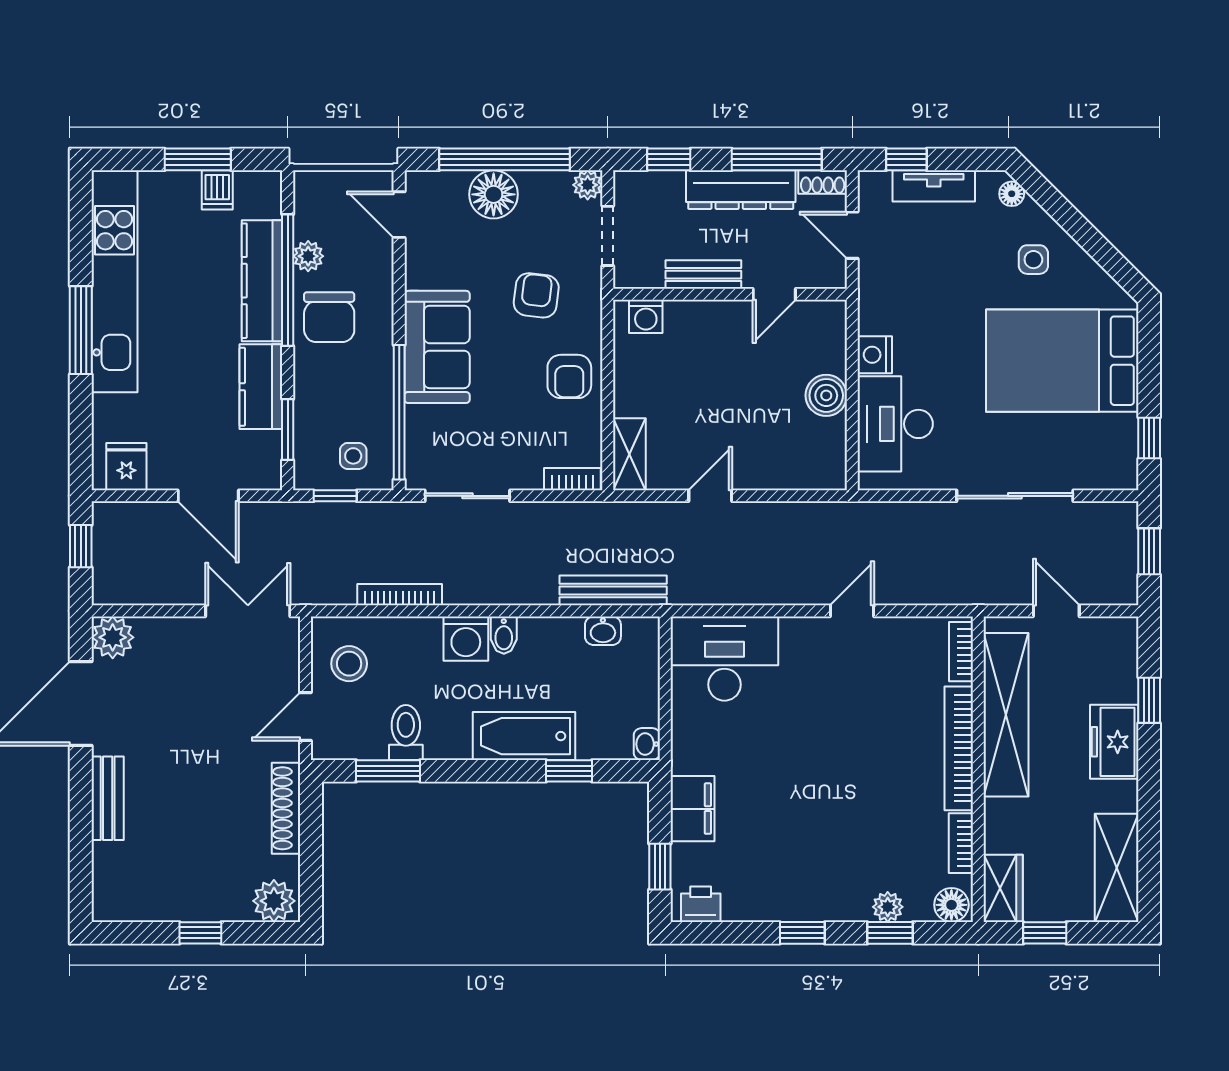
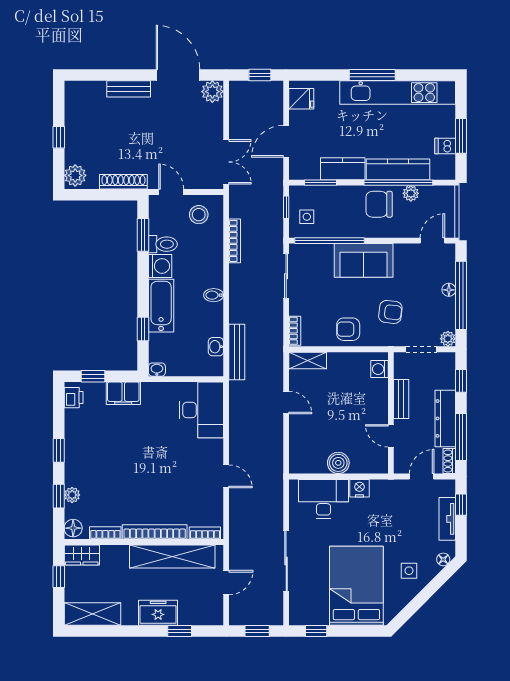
floor lamp: (494, 194) -> (449, 290), width x0.53, depth x0.53
washing machine: (466, 639) -> (160, 266), moved, turned 180

